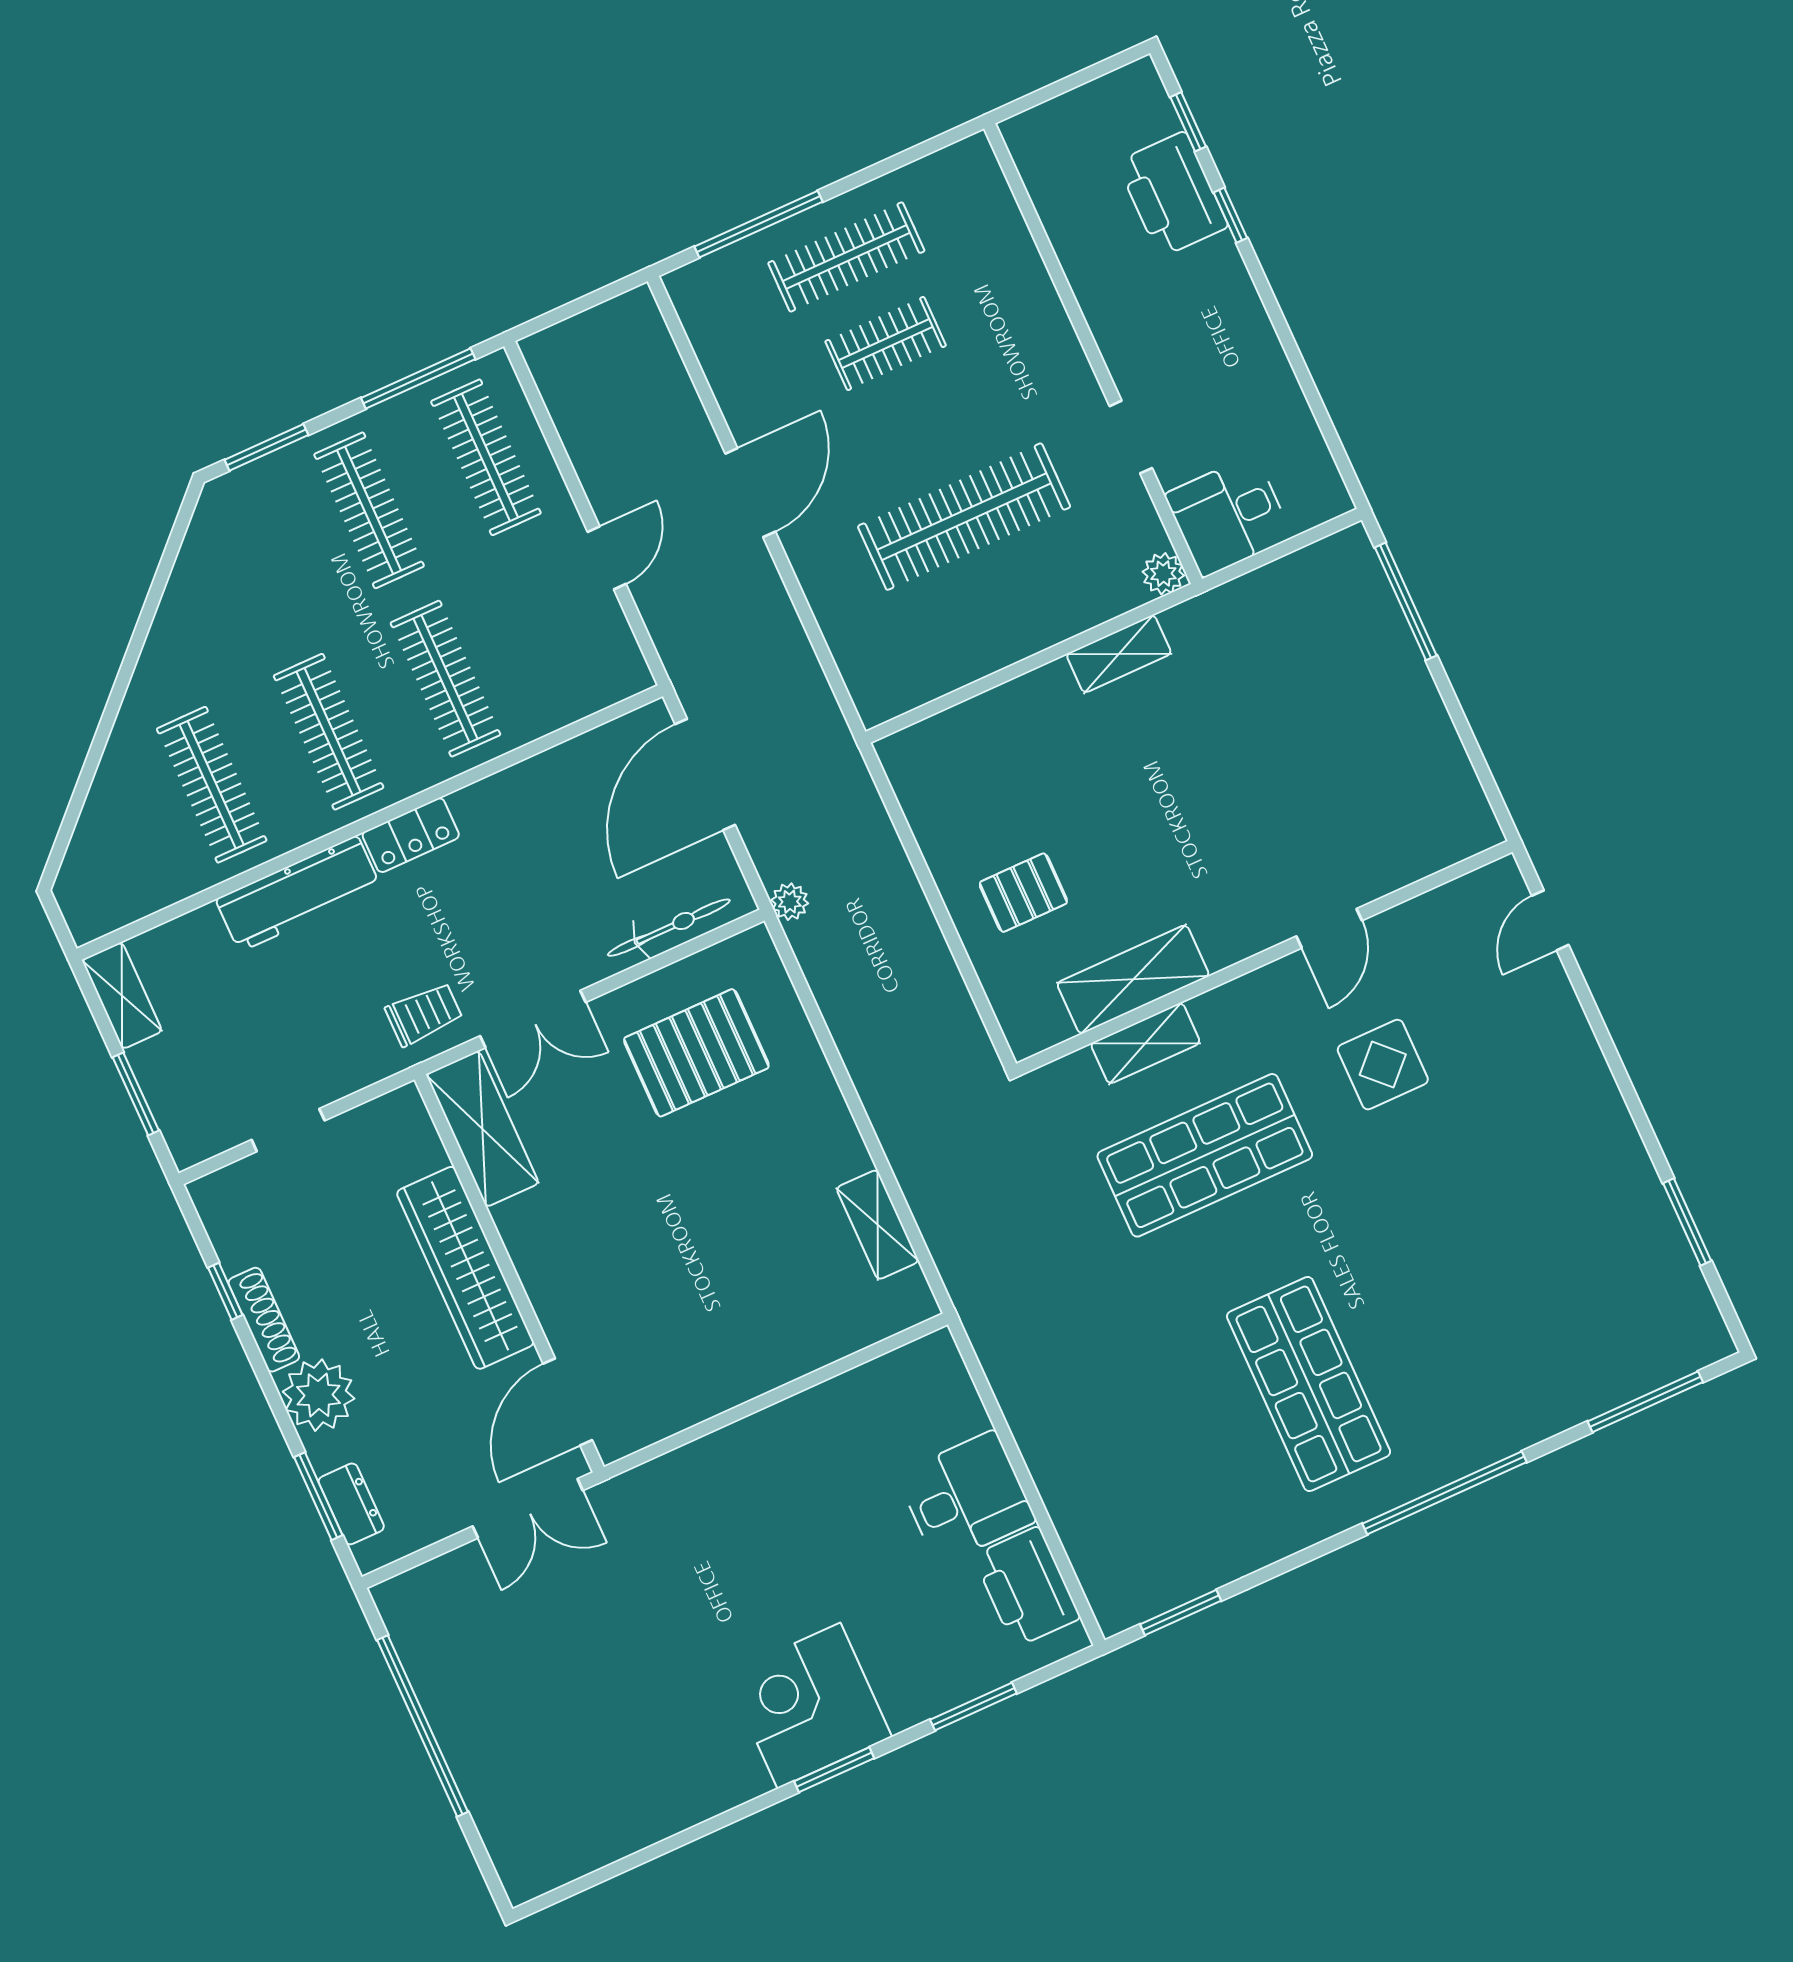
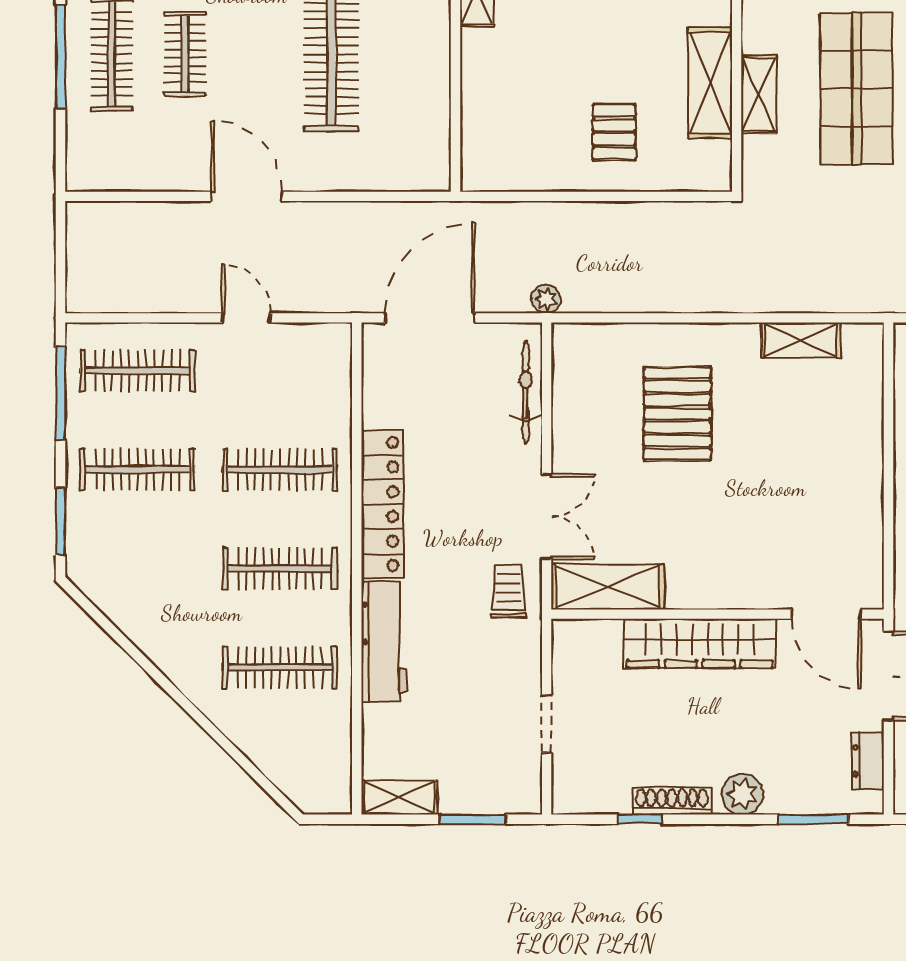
window: (759, 224) -> (61, 57), moved
door: (705, 775) -> (430, 318), swing flipped
locker: (411, 835) -> (382, 504), width x2.16, depth x1.21
pallet: (696, 1053) -> (677, 414), moved
plant: (319, 1395) -> (742, 794), width x0.73, depth x0.73
dresser: (351, 1504) -> (868, 761), moved, turned -90

